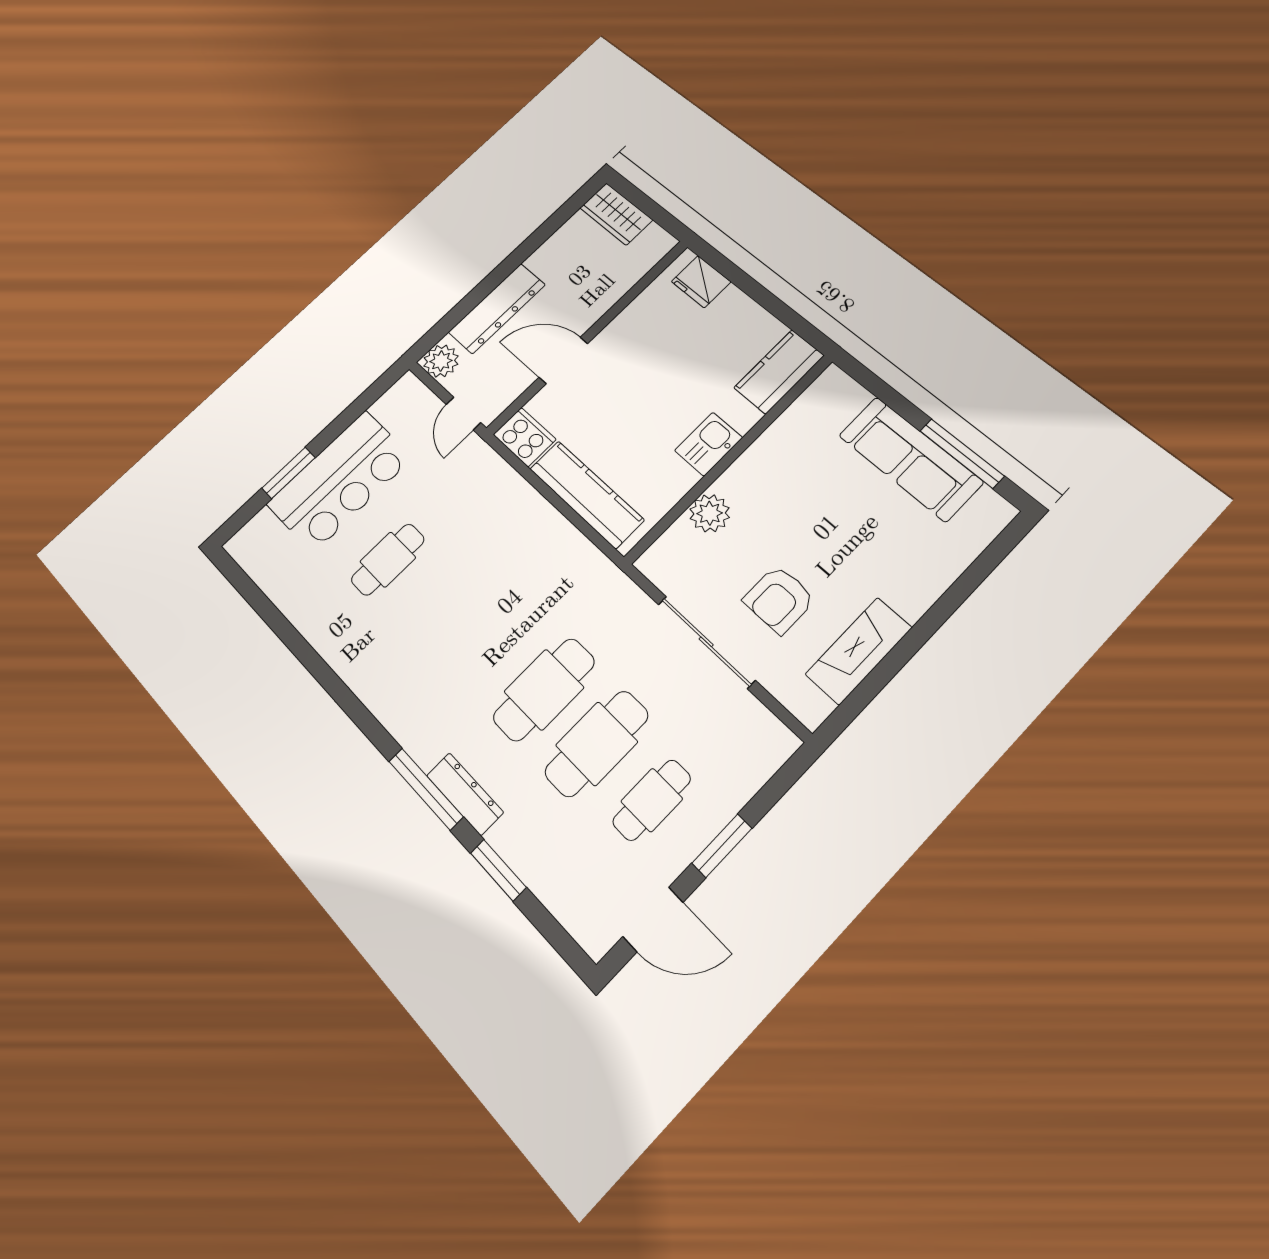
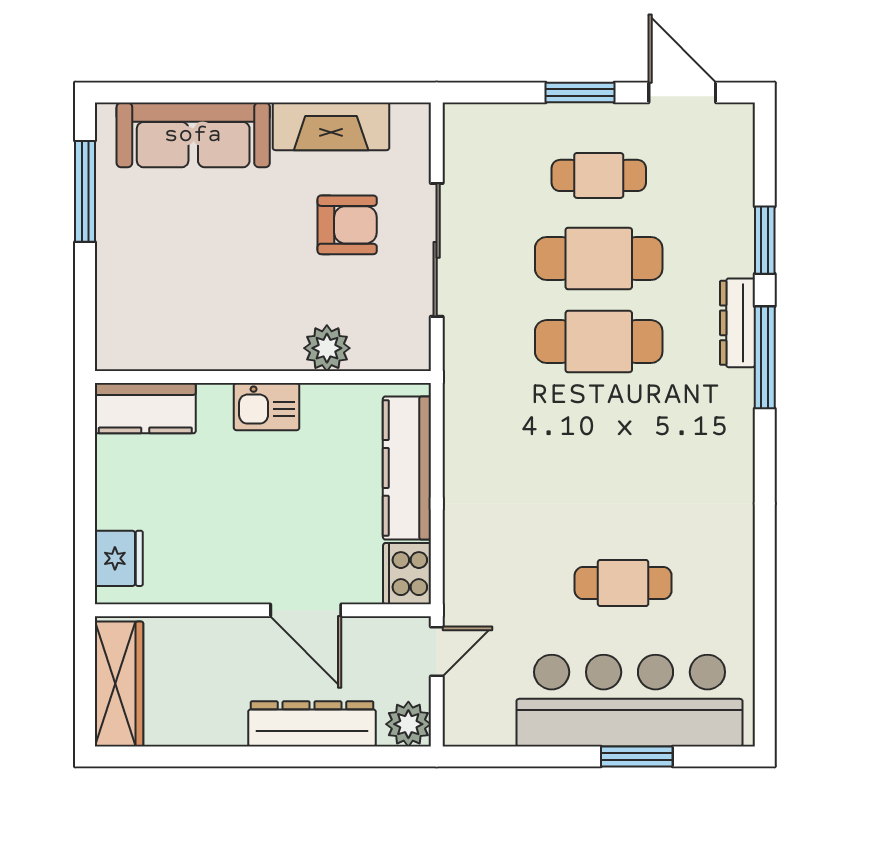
wardrobe: (616, 214) -> (119, 684), width x1.50
sofa: (910, 459) -> (193, 135), moved, turned 90
bar counter: (340, 481) -> (630, 701), width x1.36

